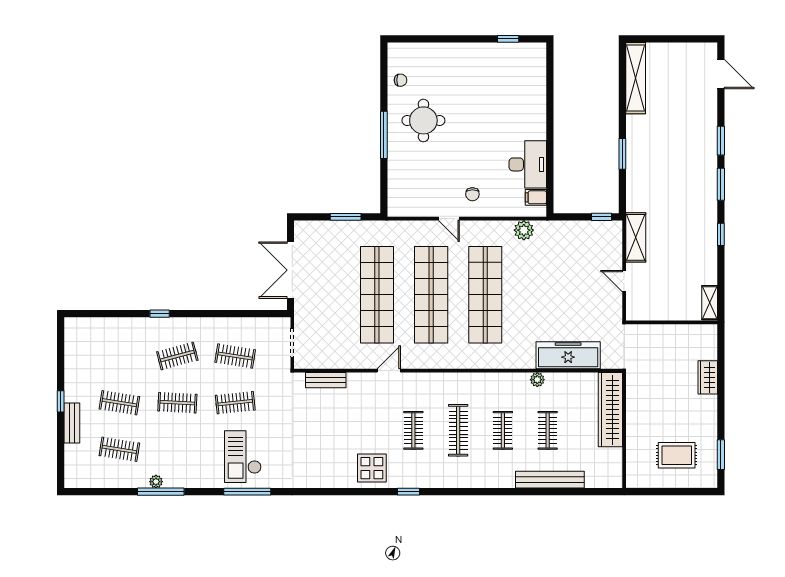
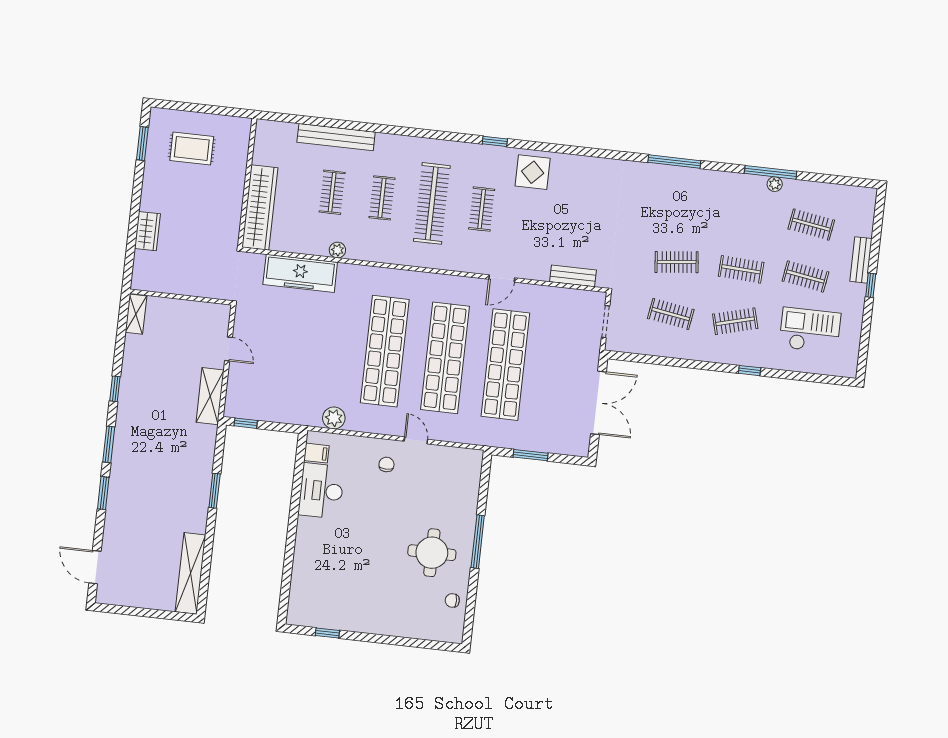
clothes rail: (458, 430) -> (432, 203), width x1.37, depth x1.31
checkout: (243, 457) -> (810, 330), moved, turned -90

